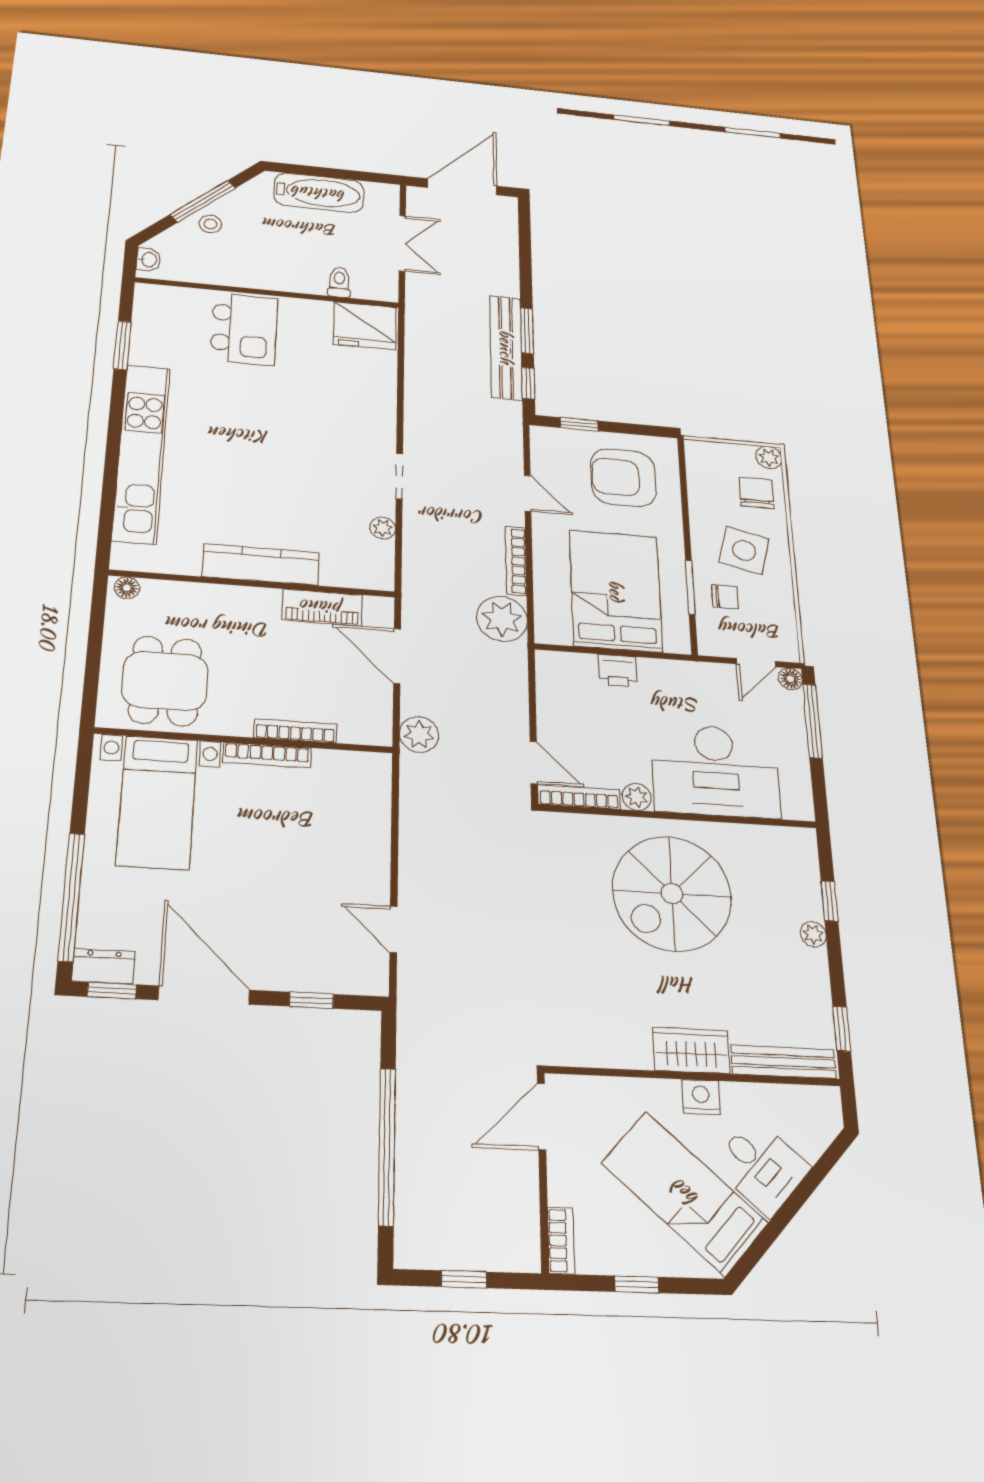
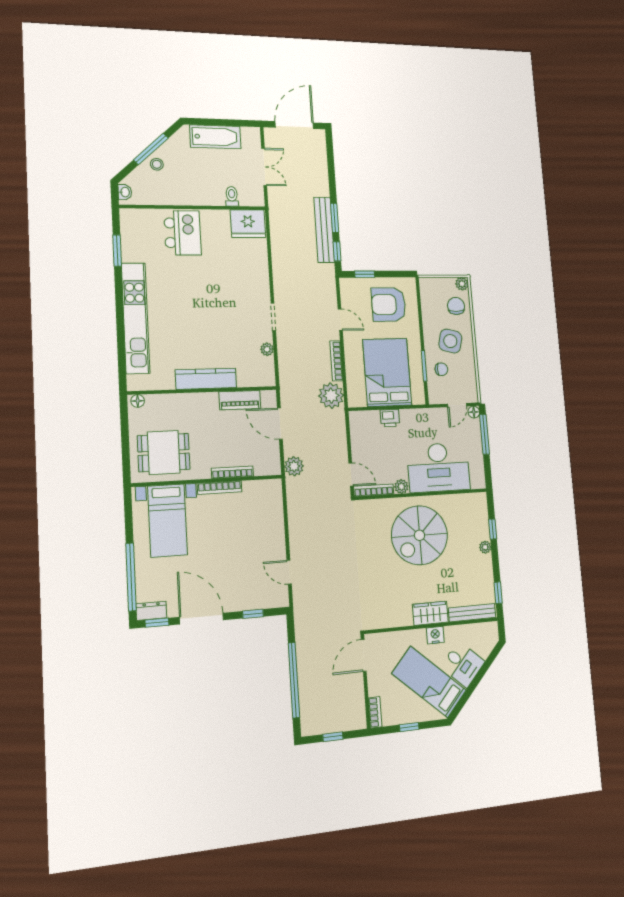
dining table: (165, 681) -> (164, 453), turned 90

